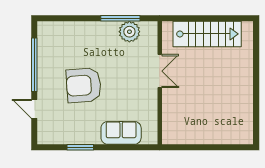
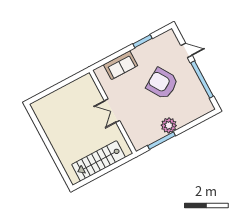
plant: (129, 32) -> (169, 125), moved
double door: (160, 71) -> (112, 111), moved
armchair: (84, 85) -> (162, 83), turned -118

